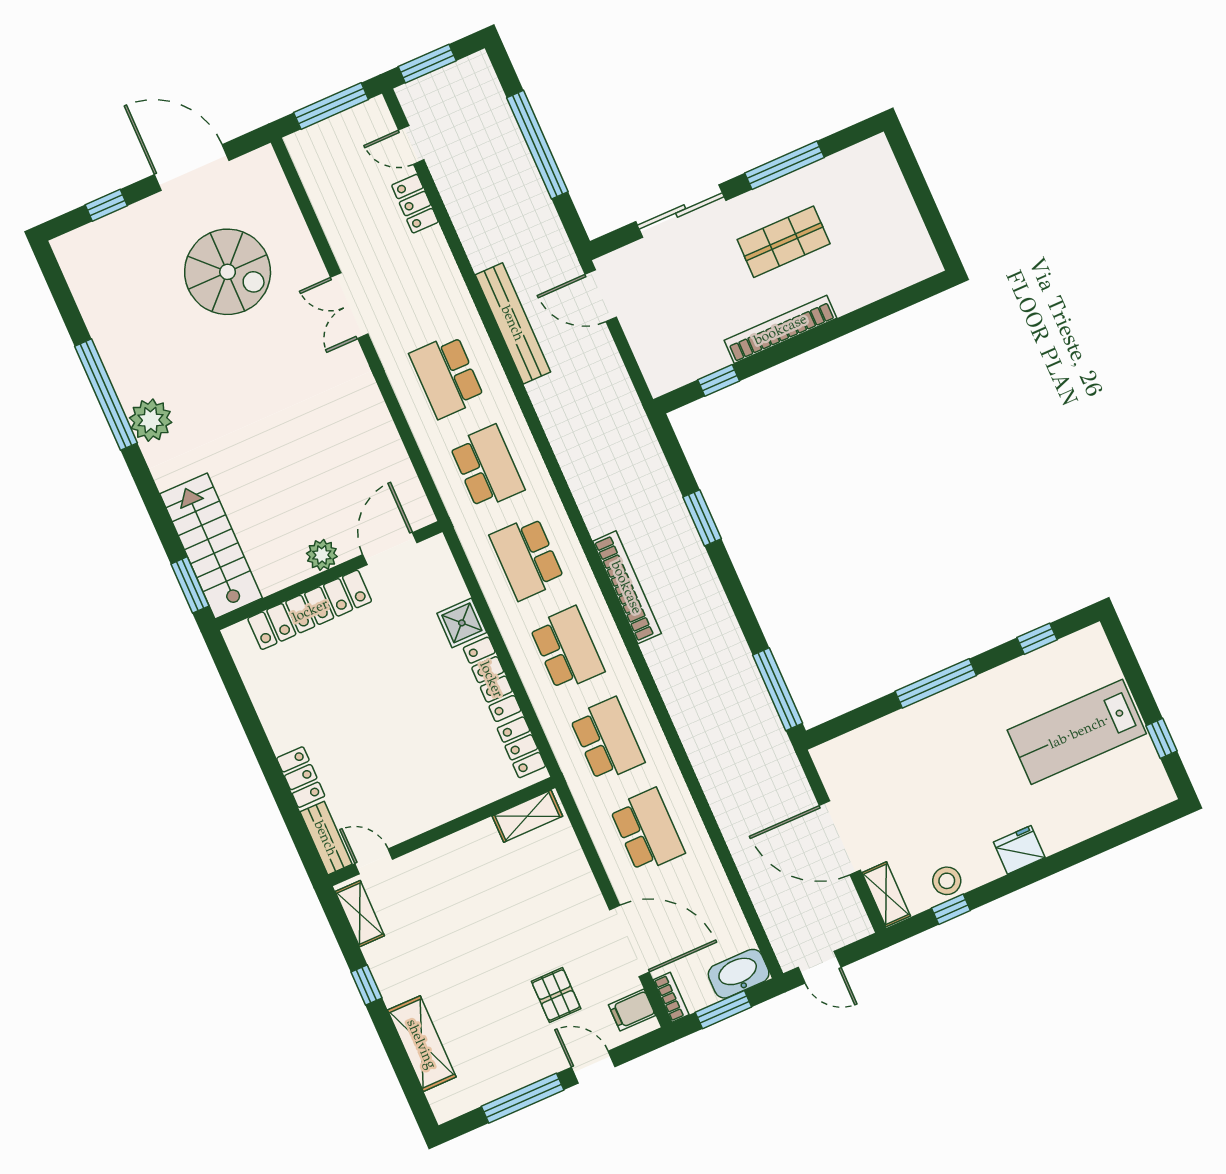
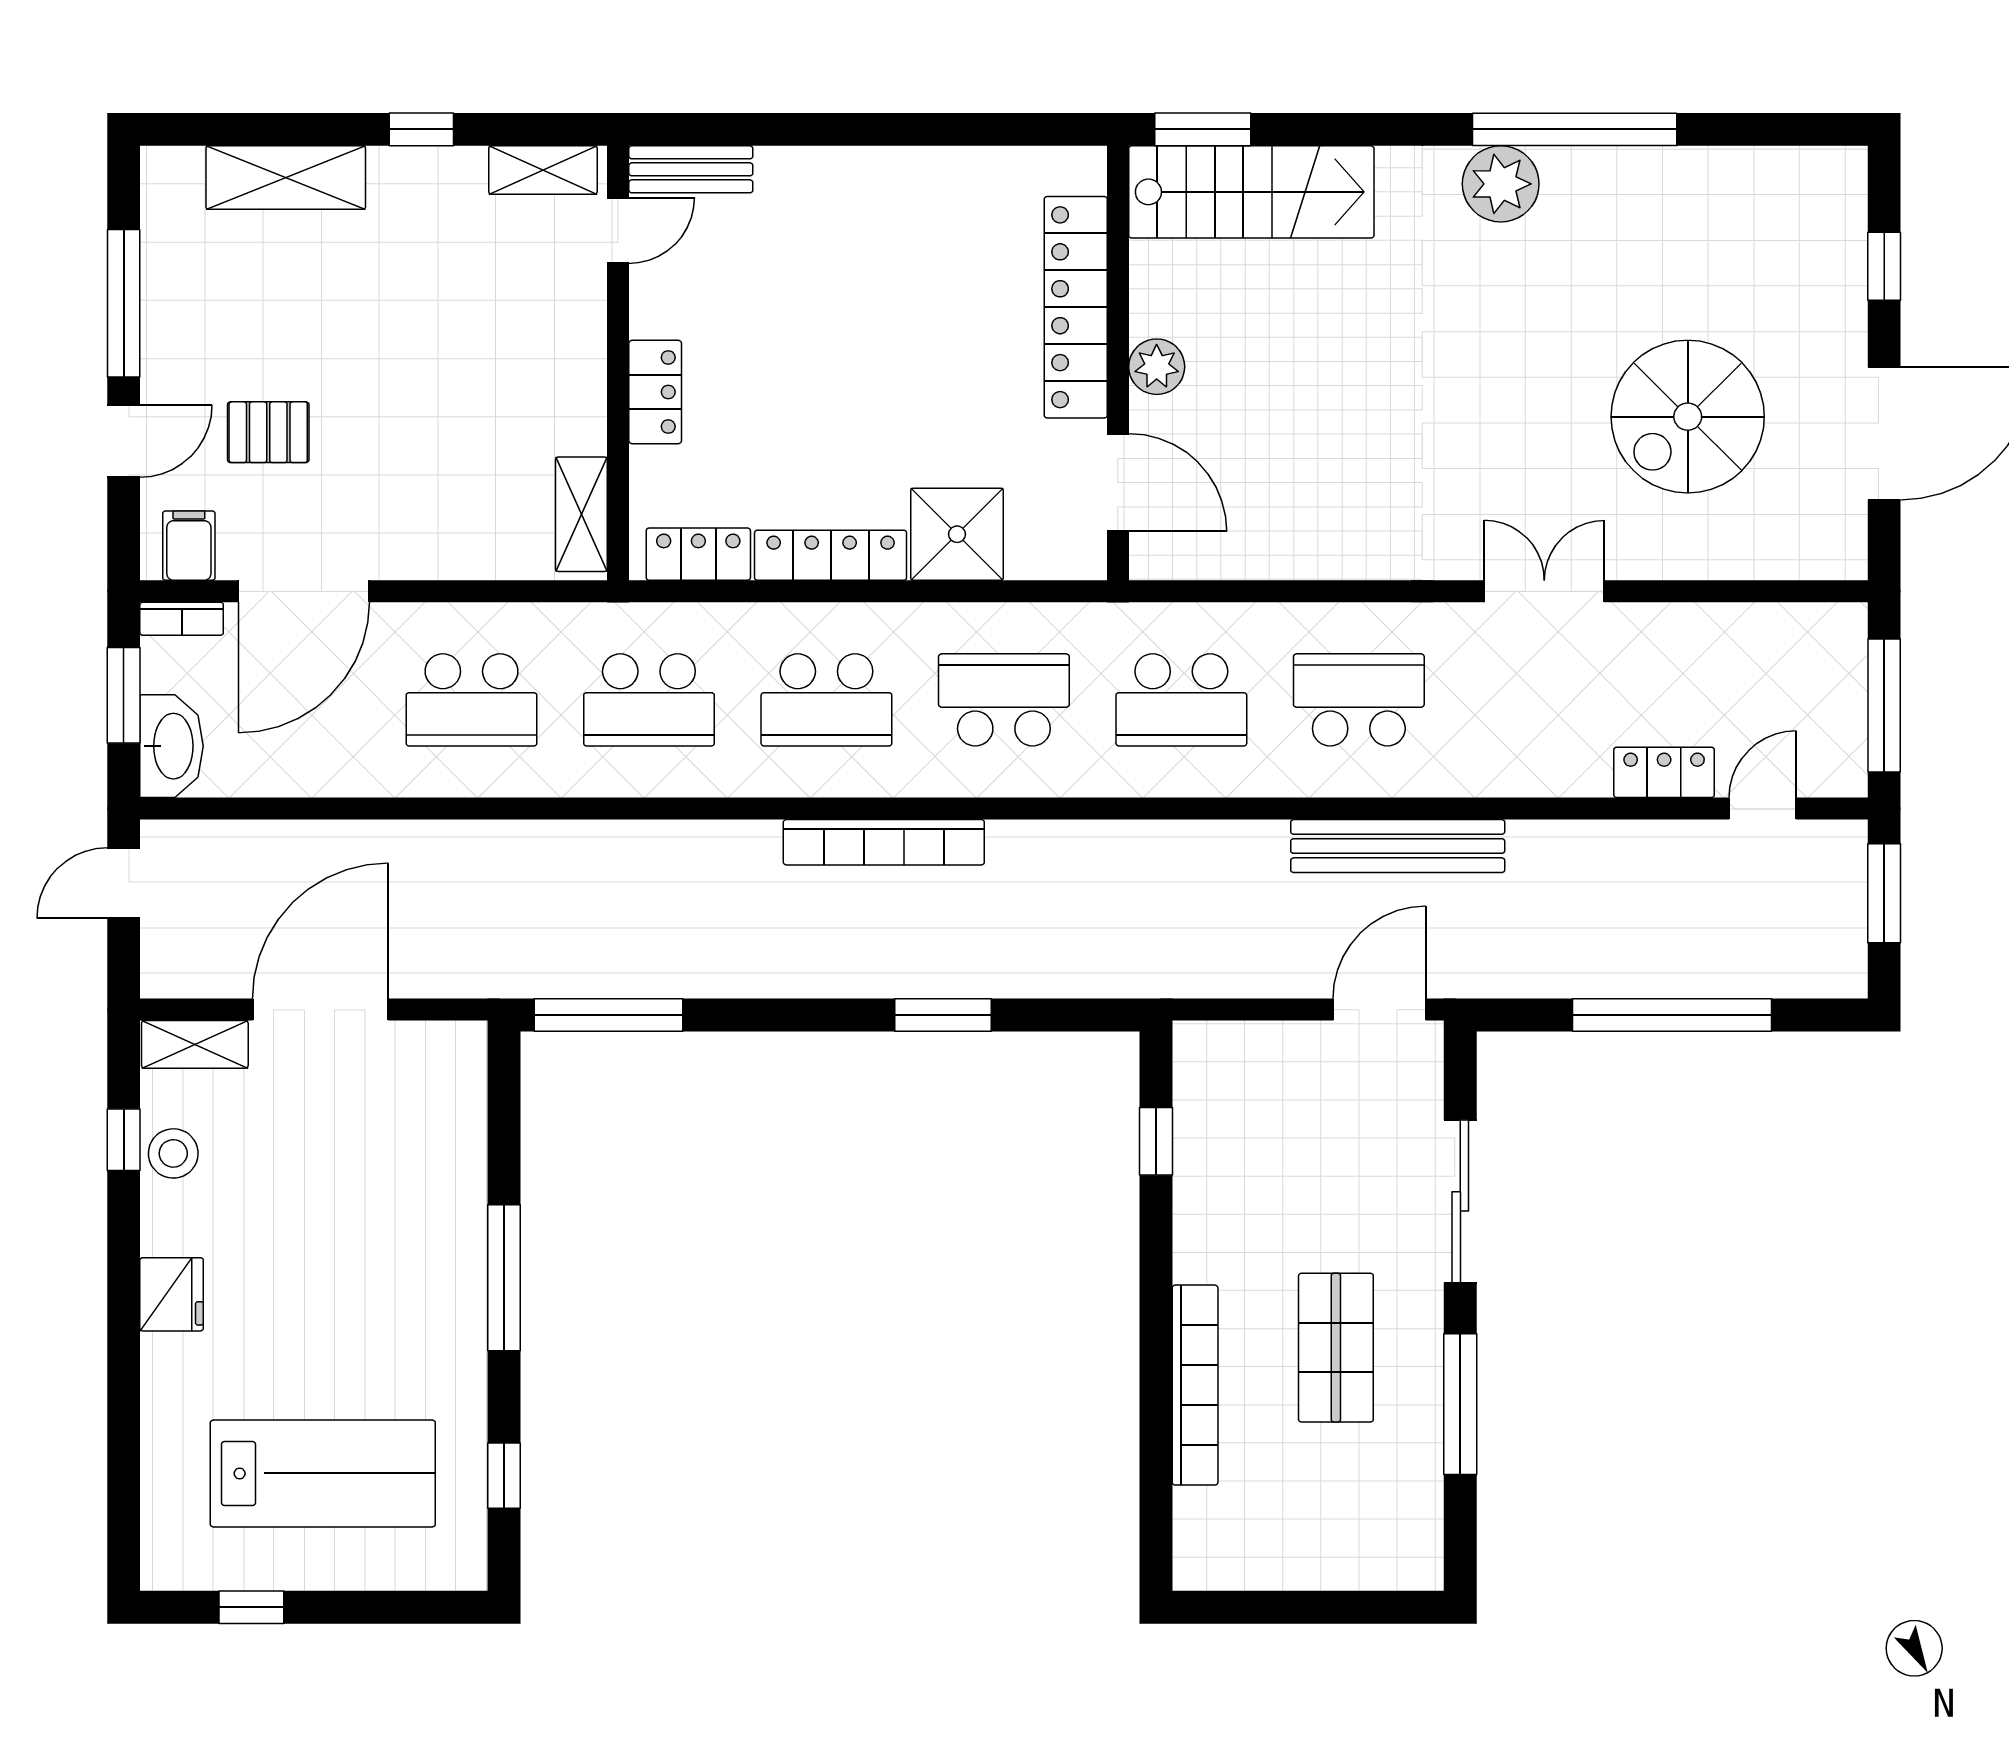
bookcase: (780, 329) -> (1195, 1385), moved
shower: (462, 623) -> (957, 534), width x1.36, depth x1.36
lab bench: (1077, 732) -> (323, 1473), turned 90
locker: (301, 777) -> (655, 392), moved, turned -90

